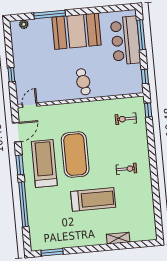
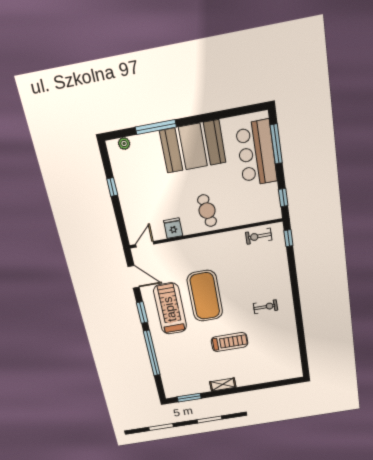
window: (11, 75) -> (112, 187), moved
fridge: (54, 94) -> (173, 228), added
exercise bike: (126, 119) -> (259, 236), moved
door: (17, 132) -> (134, 277), hinge flipped
treadmill: (93, 199) -> (229, 342), width x0.73, depth x0.73
shelving: (118, 238) -> (223, 384), moved

